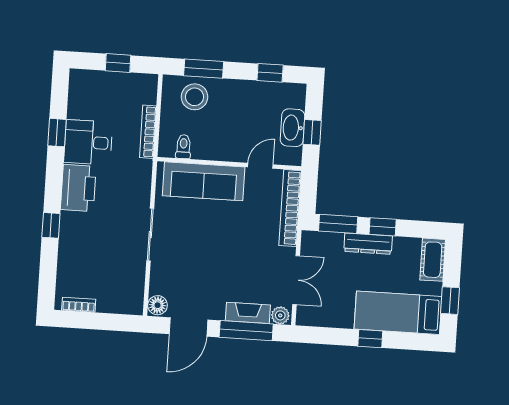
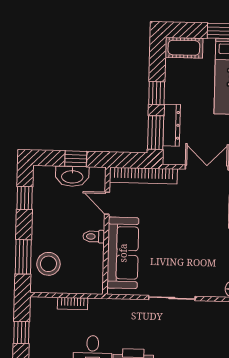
bookcase: (148, 132) -> (73, 303), width x0.64
toilet: (183, 147) -> (94, 237), moved
dresser: (368, 244) -> (172, 125), moved

